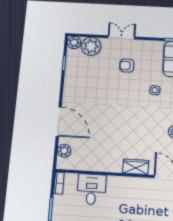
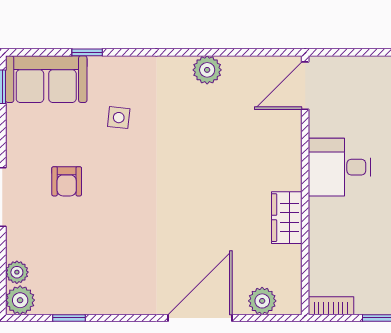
plant: (91, 46) -> (17, 272), width x0.53, depth x0.53
wardrobe: (136, 167) -> (287, 218), moved
desk: (91, 189) -> (339, 167), moved

